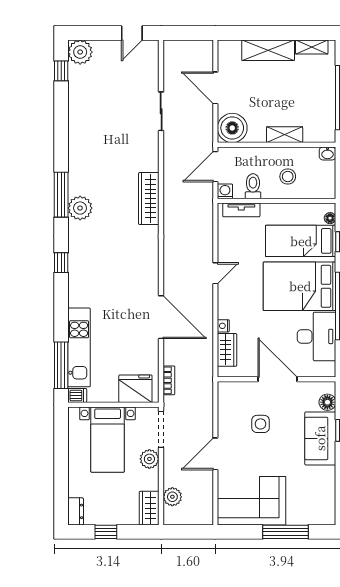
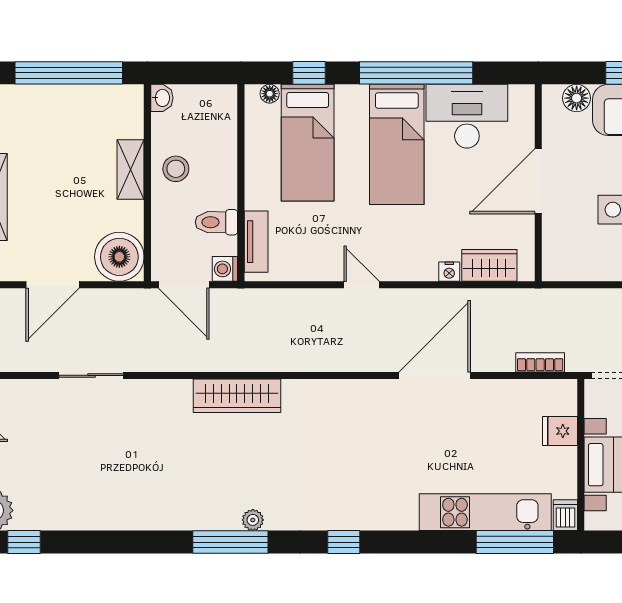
stool: (288, 176) -> (176, 169), moved
plant: (80, 208) -> (253, 520), width x0.53, depth x0.53
bed: (300, 286) -> (397, 144), width x0.67
fridge: (135, 389) -> (560, 431), width x0.53, depth x0.75

